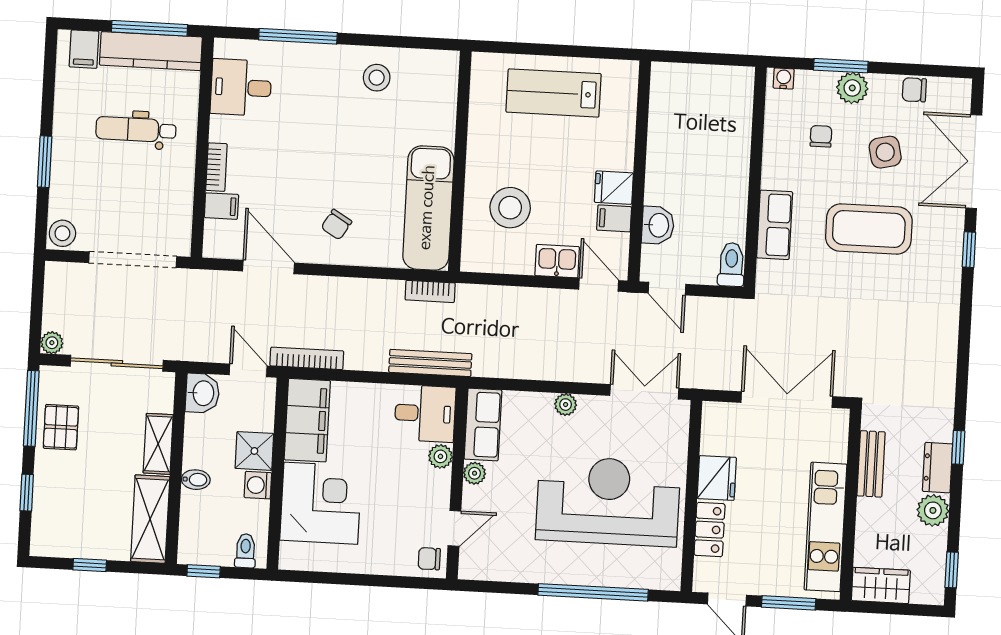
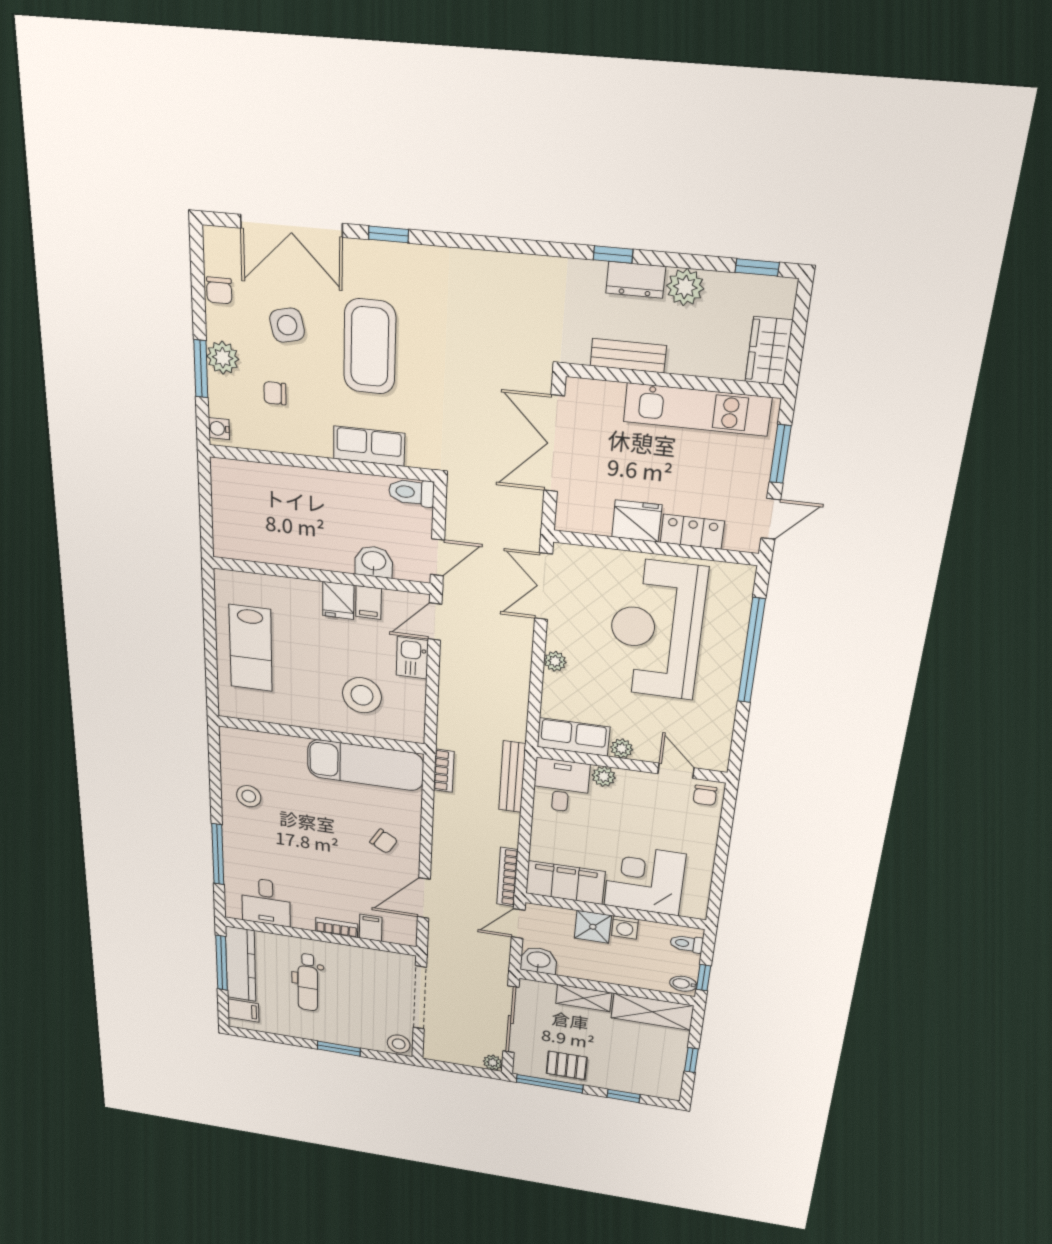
bidet: (196, 480) -> (683, 984), moved, turned -90

